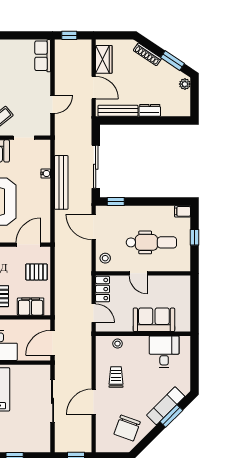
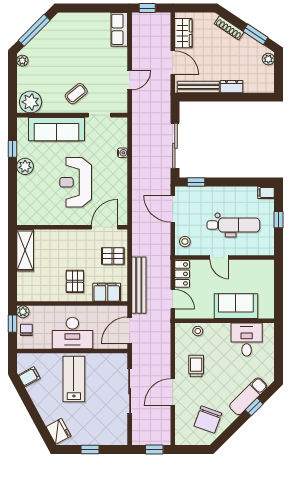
bench: (61, 182) -> (139, 285), moved
window: (171, 416) -> (254, 407), width x0.67

